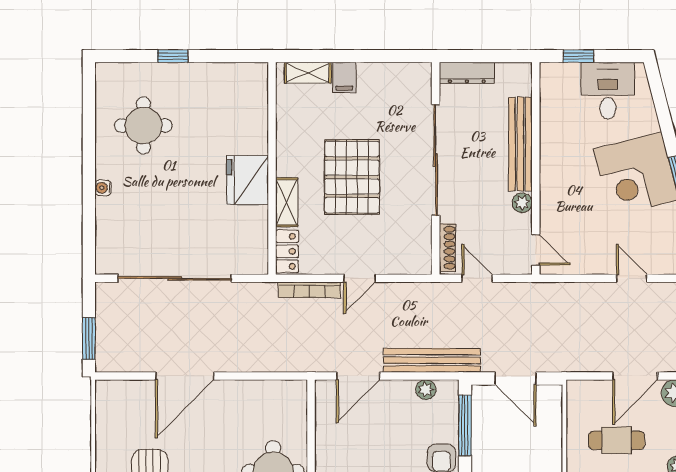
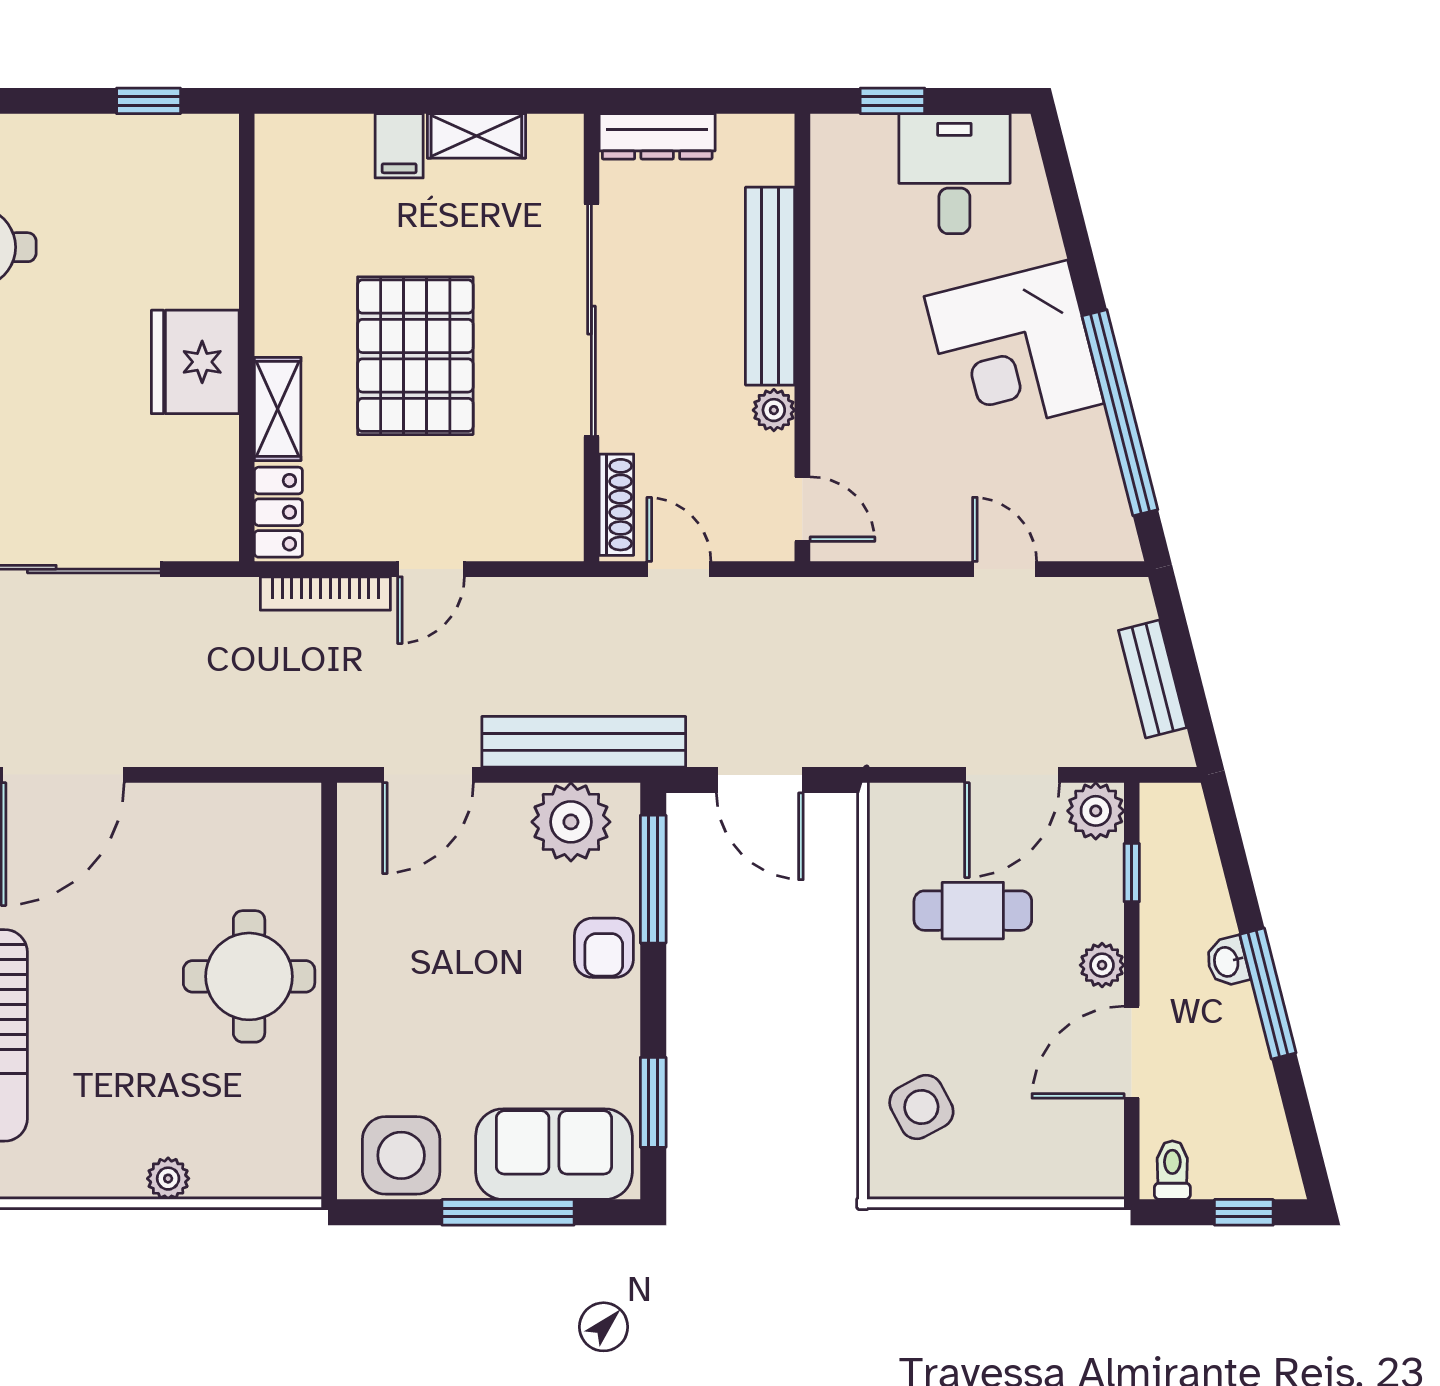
window: (173, 56) -> (149, 101), moved
shelving: (308, 73) -> (476, 136), moved
plant: (426, 390) -> (571, 822), width x1.88, depth x1.88

